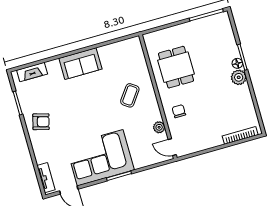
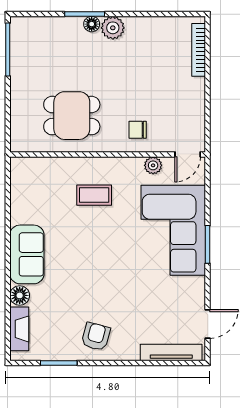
floor lamp: (53, 66) -> (20, 295), added
coffee table: (130, 95) -> (94, 195), turned -36
corner sofa: (100, 158) -> (173, 230), moved
tv unit: (46, 178) -> (171, 352), width x1.41

